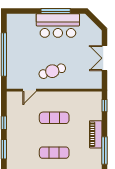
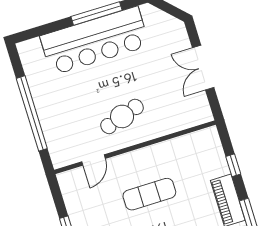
bar counter: (58, 26) -> (95, 41), width x1.36
window: (104, 106) -> (233, 165), moved

